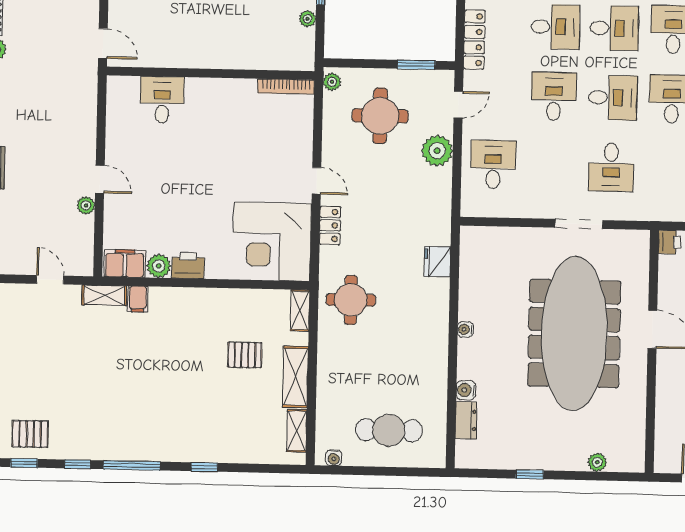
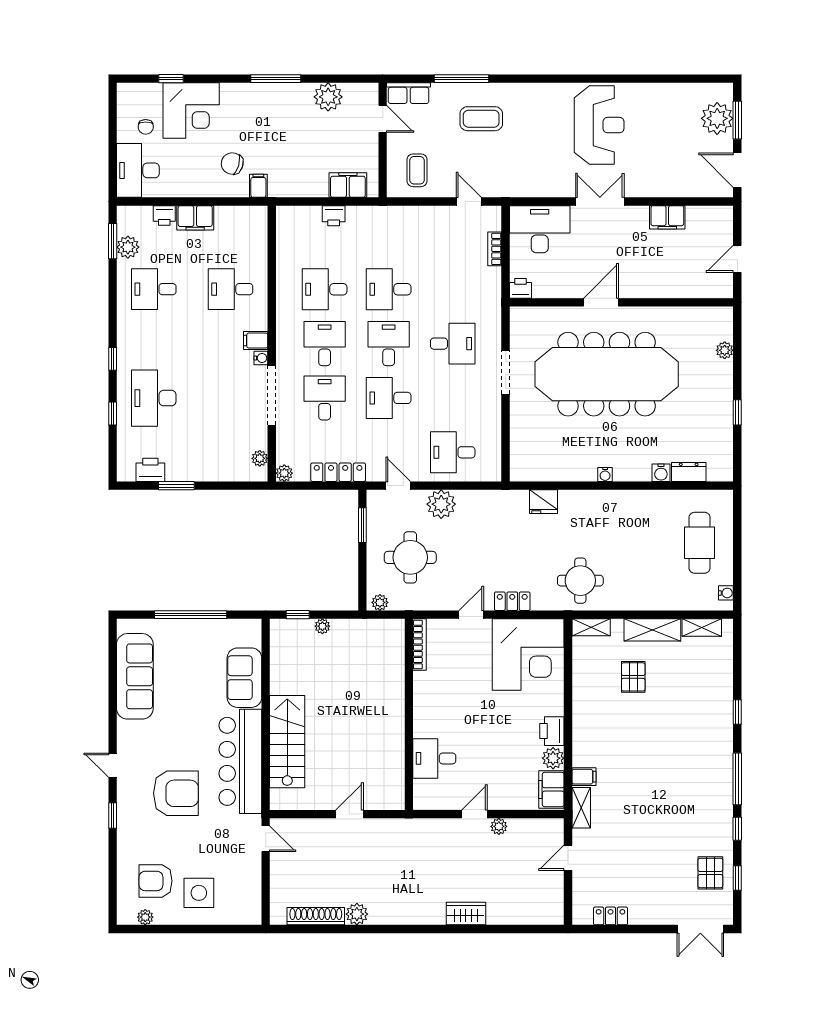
wall: (211, 73) -> (409, 714), moved
bookcase: (286, 87) -> (419, 645), moved
desk: (162, 100) -> (434, 758), moved

